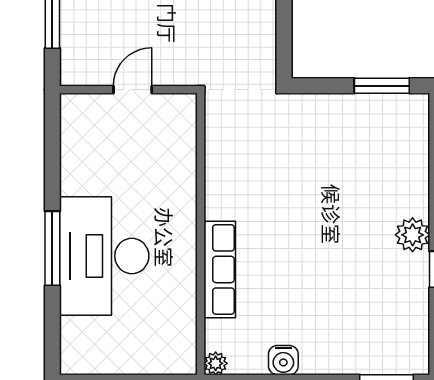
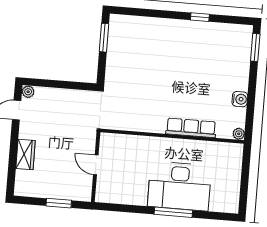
plant: (413, 235) -> (181, 28), removed

